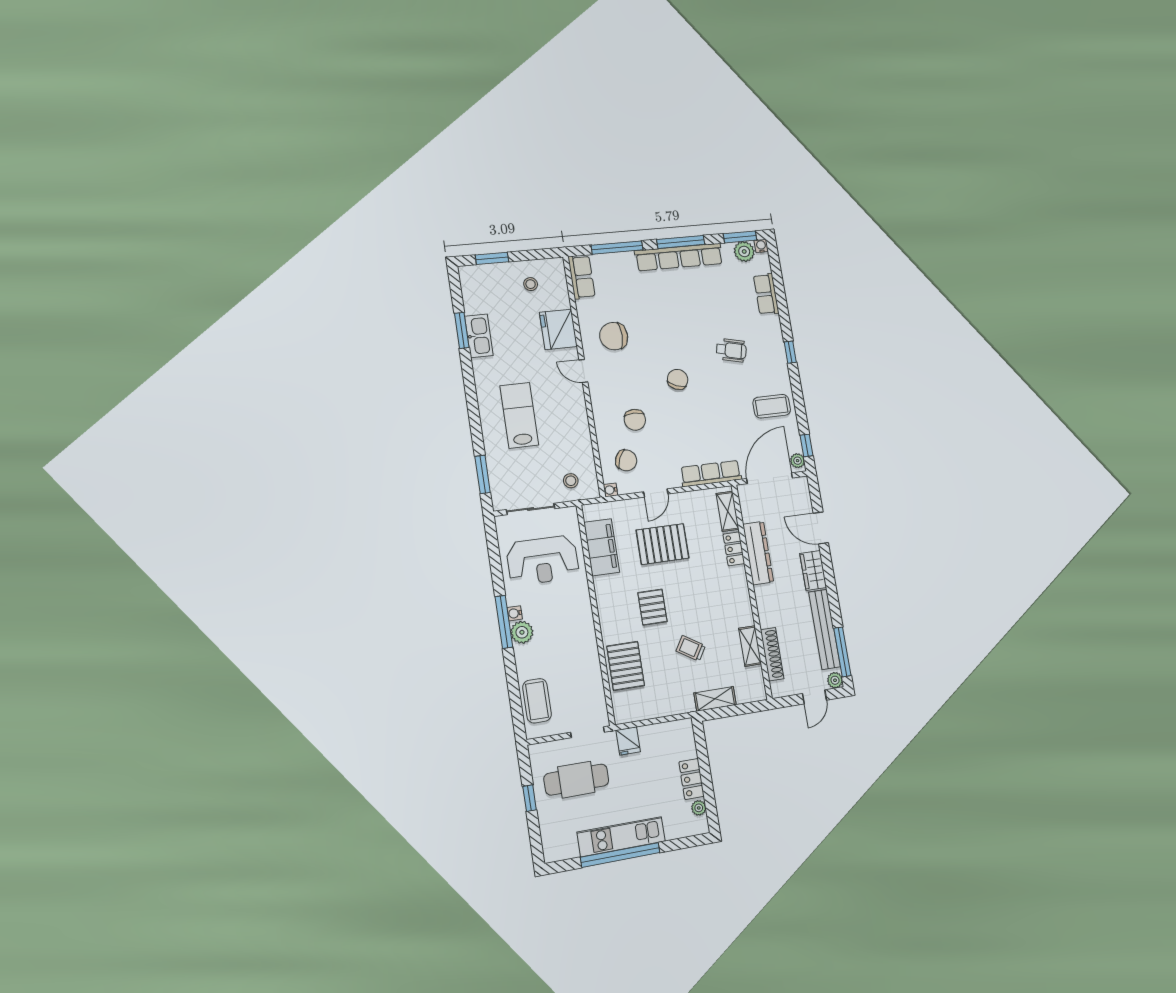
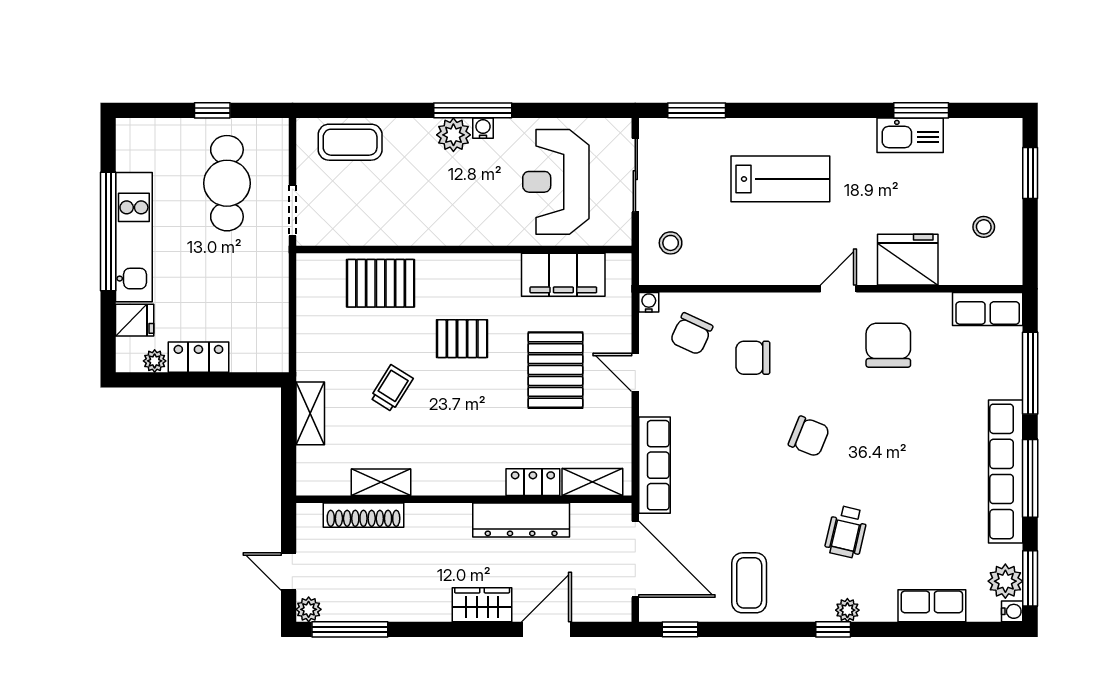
plant: (798, 461) -> (847, 610), moved
bench: (824, 629) -> (389, 607), removed
fridge: (628, 741) -> (135, 320), moved, turned 180

